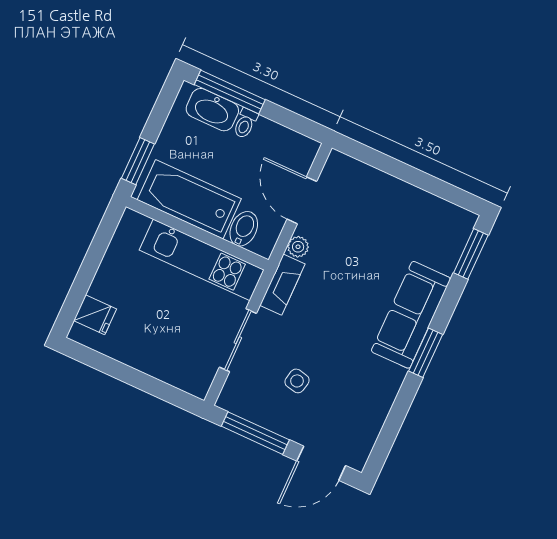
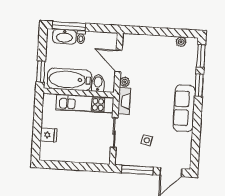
plant: (442, 210) -> (181, 42), added
fridge: (95, 315) -> (49, 135), moved
sofa: (411, 315) -> (184, 108), moved
window: (426, 353) -> (199, 85), moved

